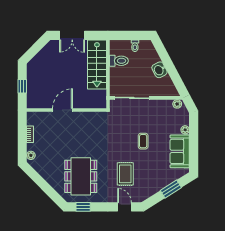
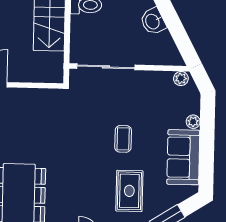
rug: (125, 174) -> (129, 191), moved

